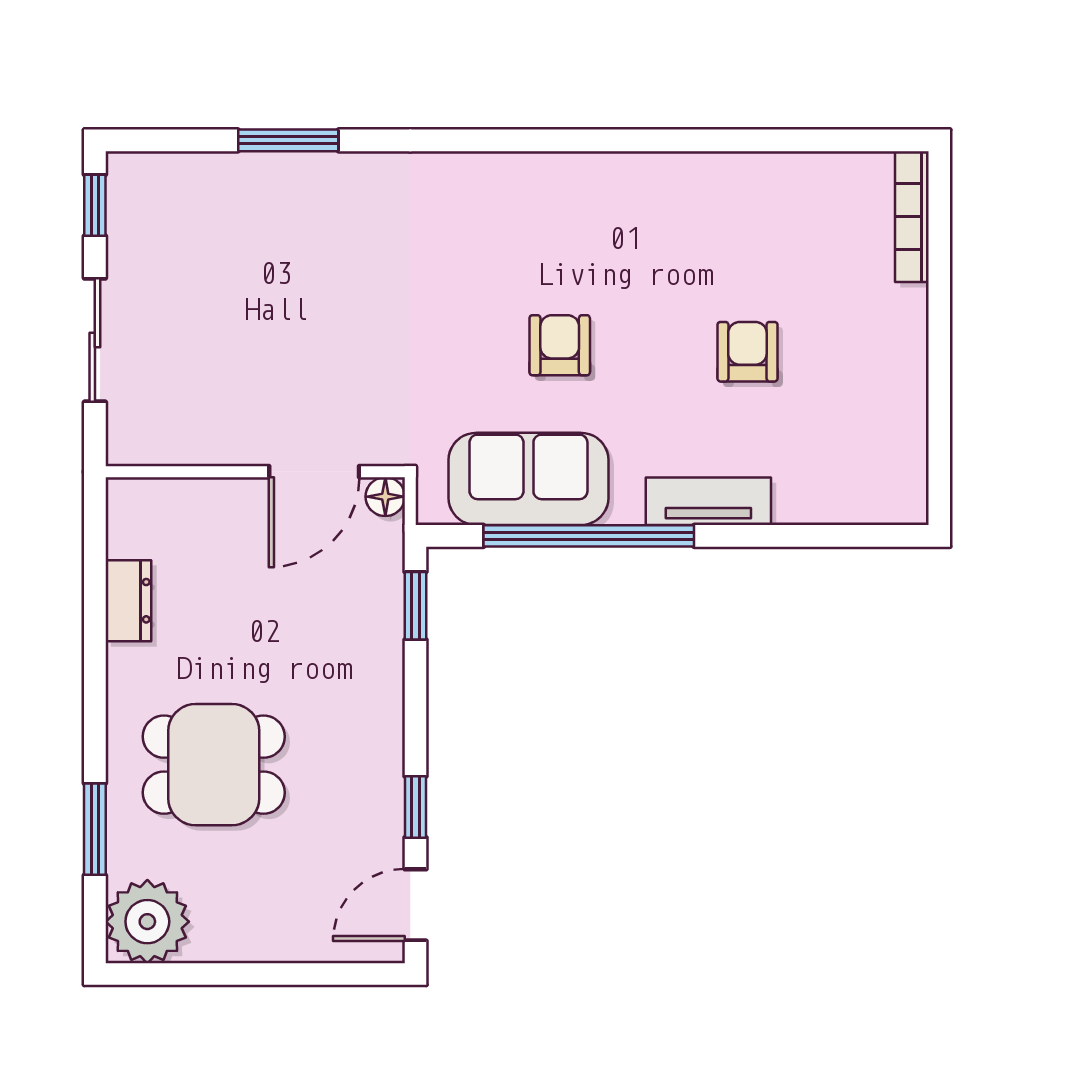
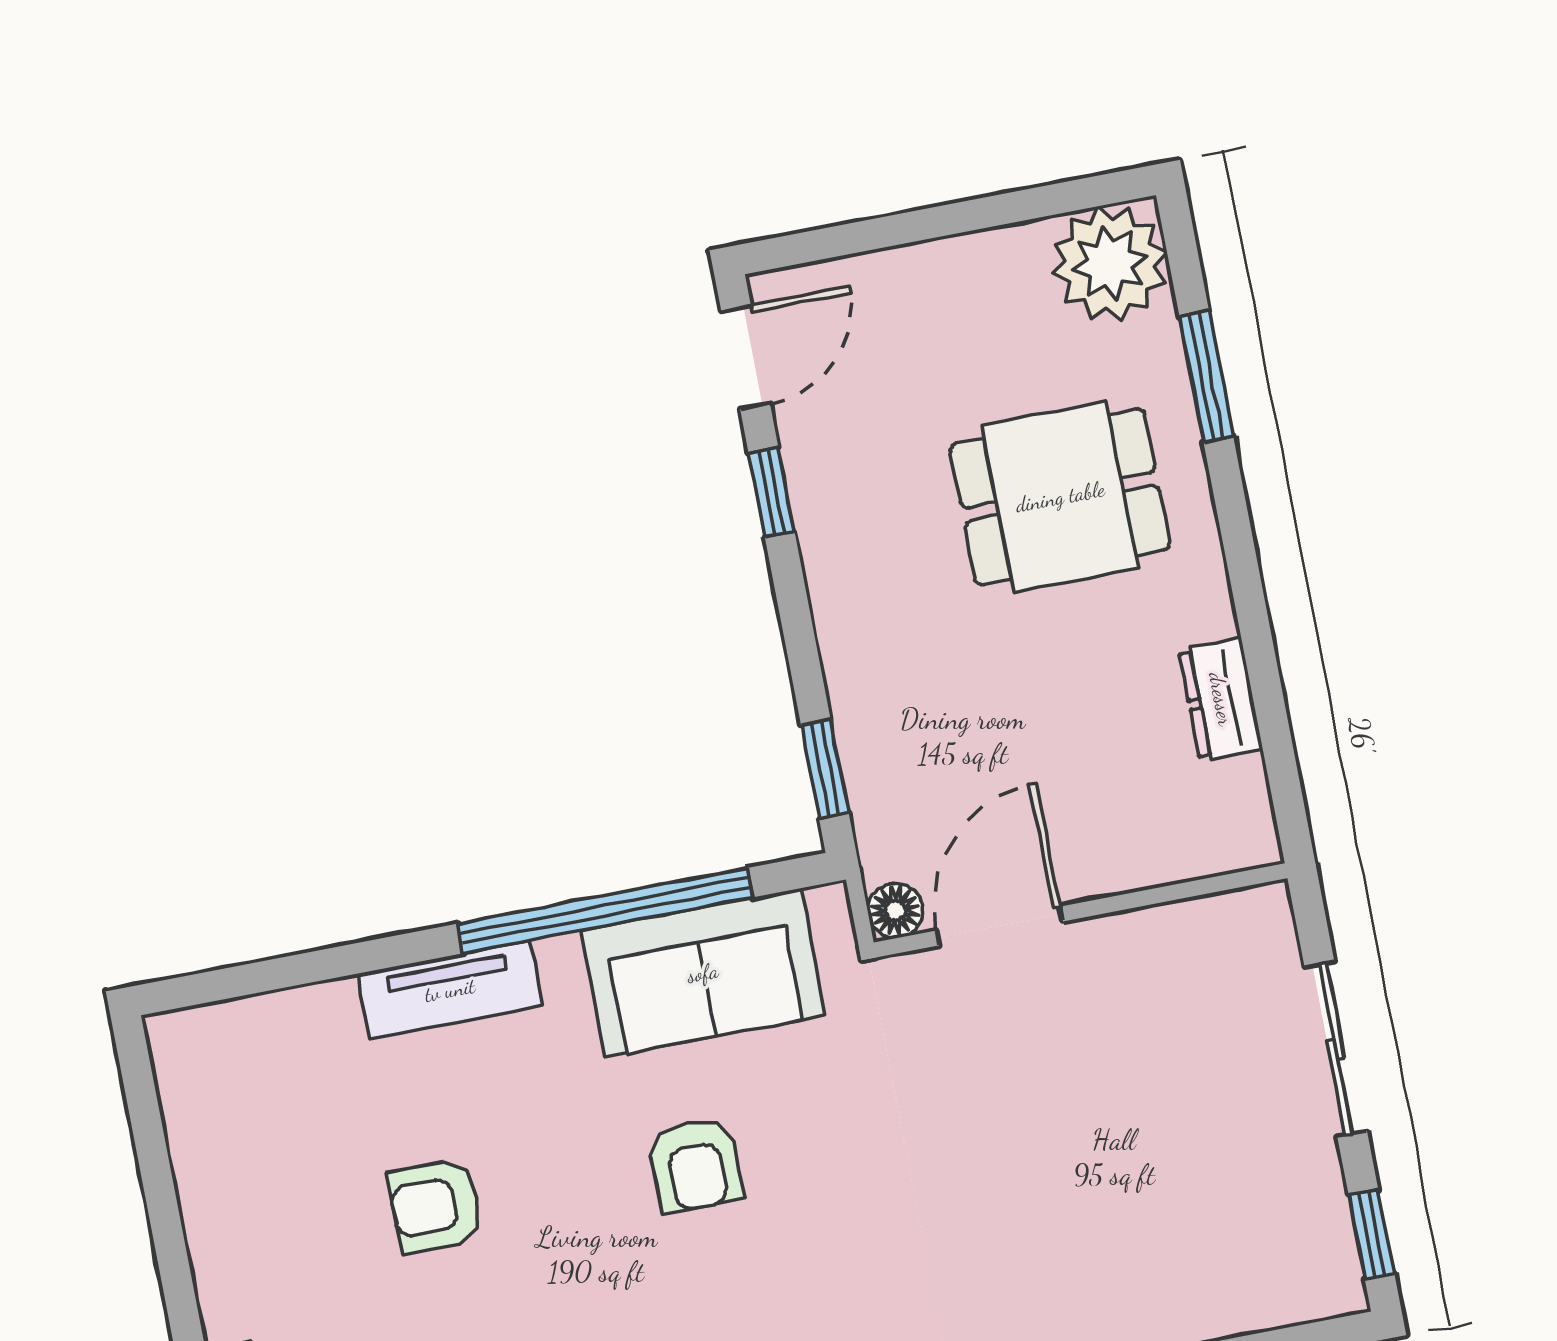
armchair: (747, 352) -> (436, 1206), turned 90

